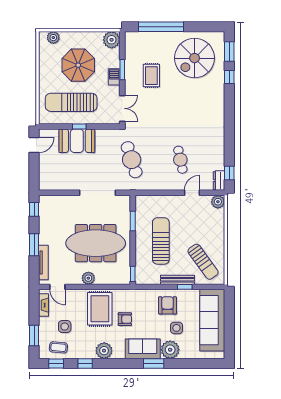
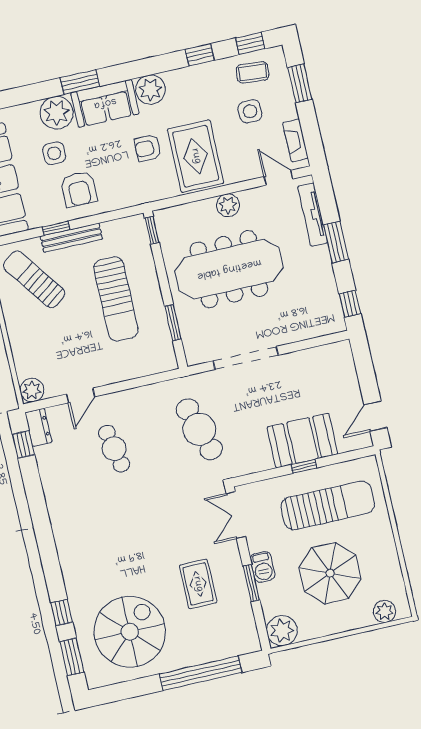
plant: (104, 351) -> (150, 90), moved

